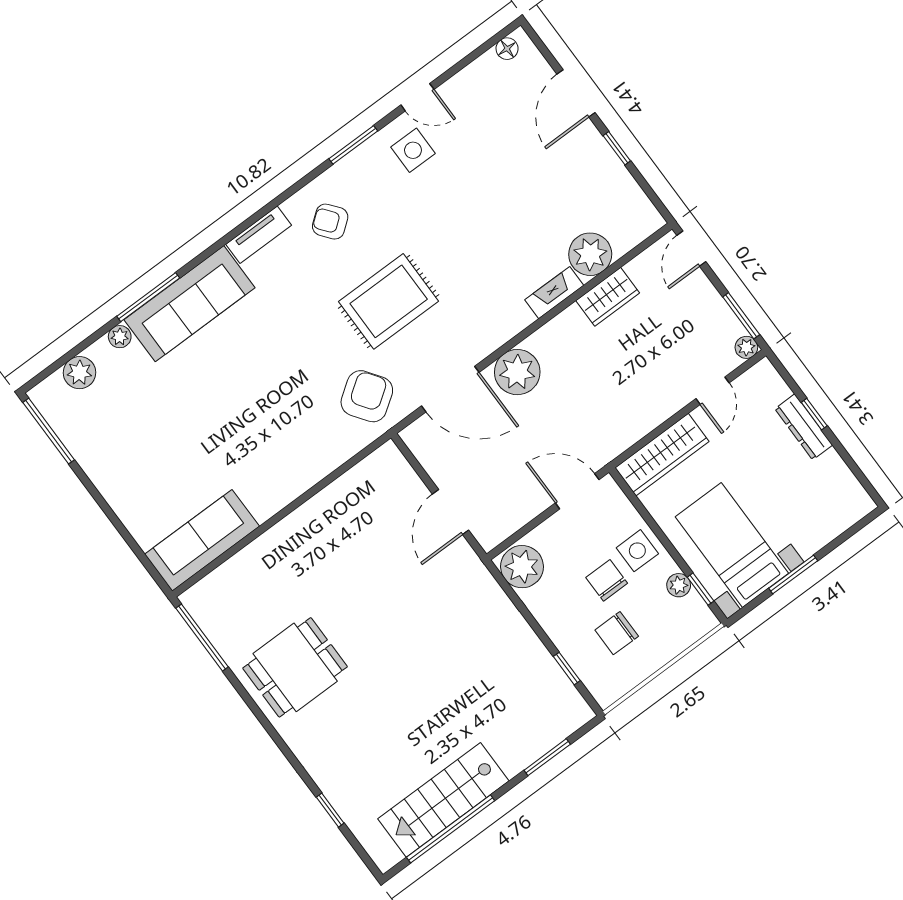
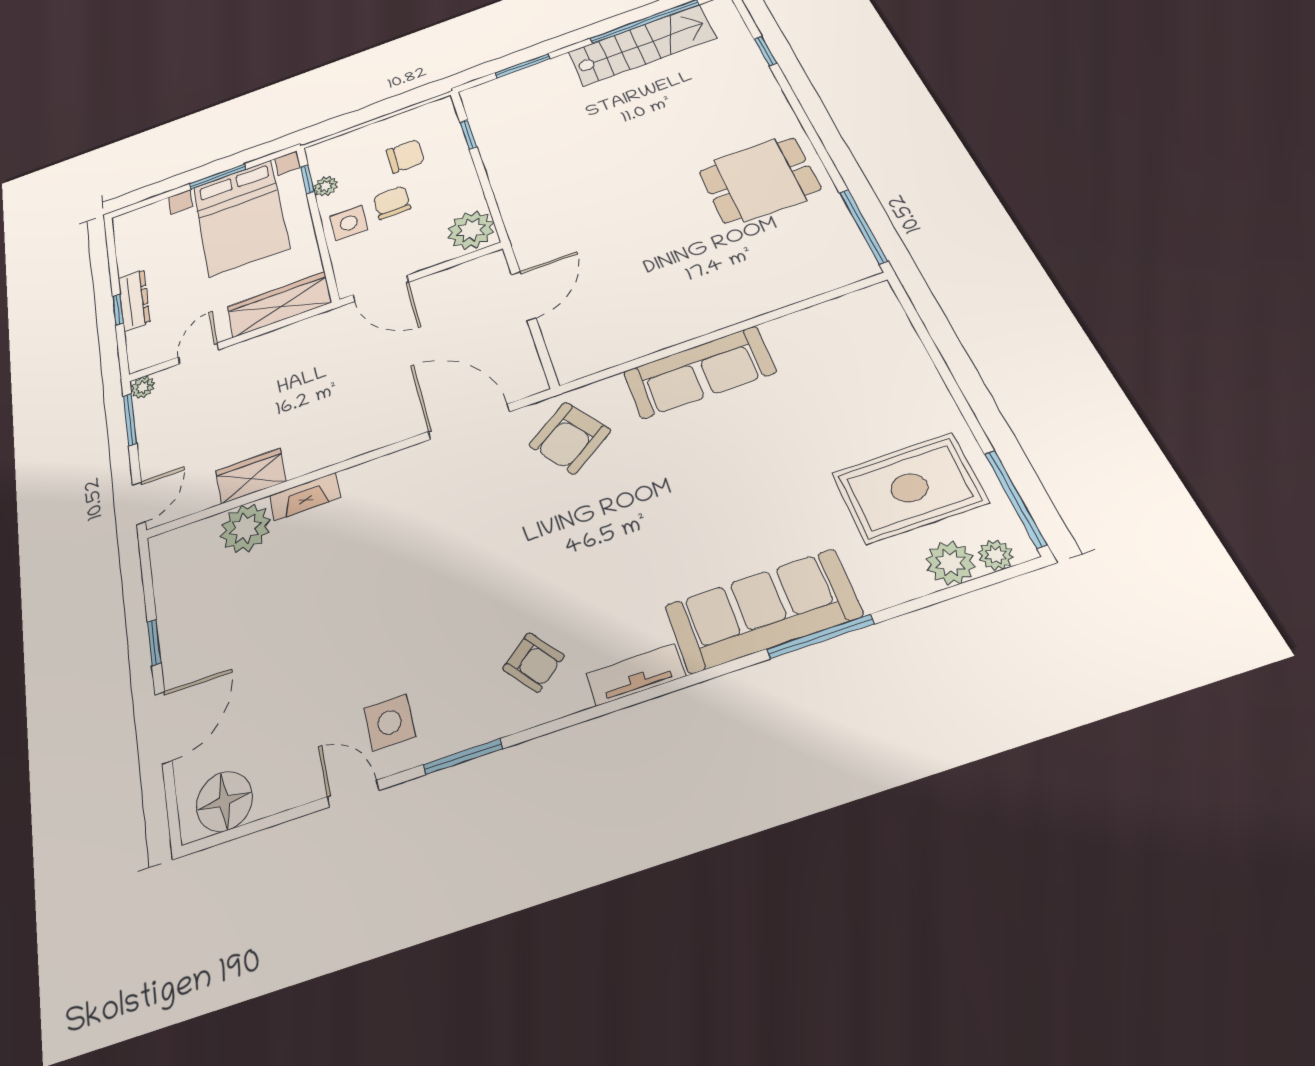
floor lamp: (507, 49) -> (224, 801), width x1.89, depth x1.89
rug: (389, 301) -> (909, 488), moved
plant: (120, 337) -> (996, 555), moved
plant: (517, 372) -> (386, 421), removed
sofa: (202, 540) -> (699, 372), moved
bed with nightstands: (732, 545) -> (241, 217), width x1.36
chair: (607, 580) -> (392, 203), turned 180

